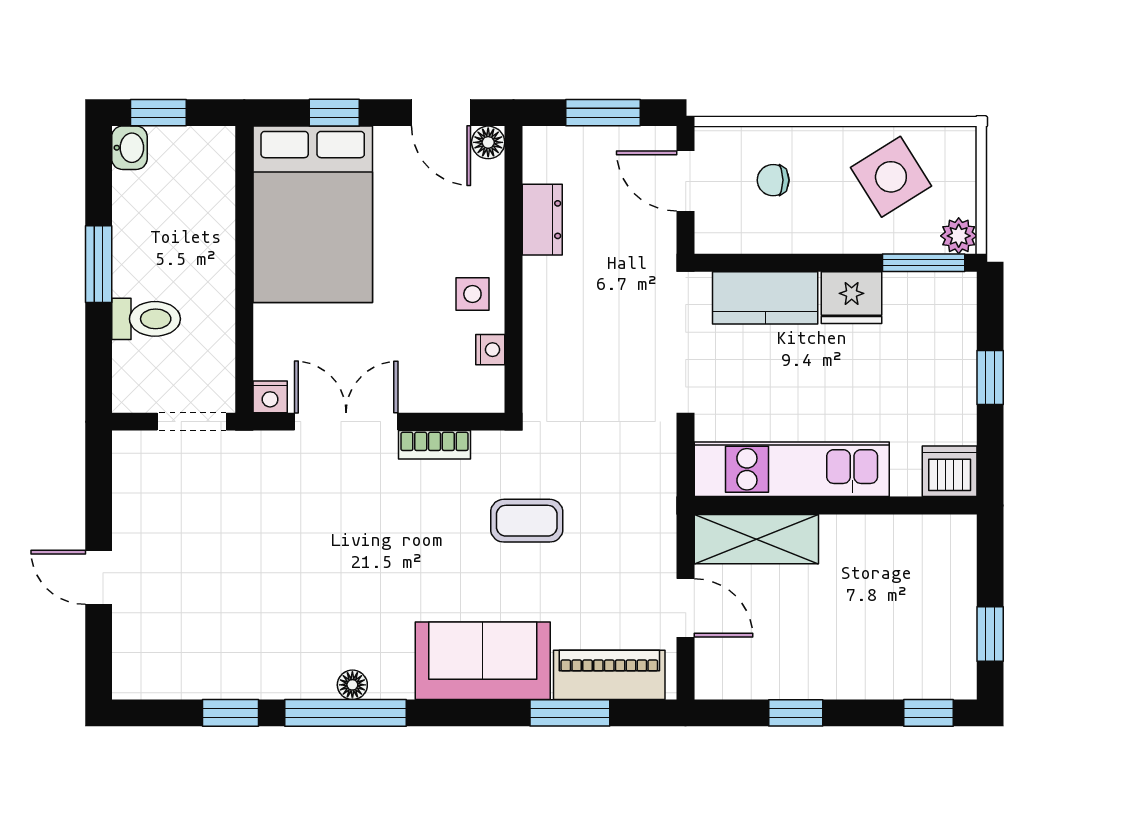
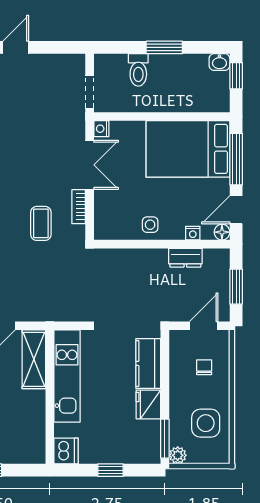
window: (334, 113) -> (236, 159), width x2.17
side table: (891, 177) -> (206, 423), turned 32
nightstand: (490, 350) -> (193, 233), moved
coffee table: (527, 521) -> (41, 223), moved

